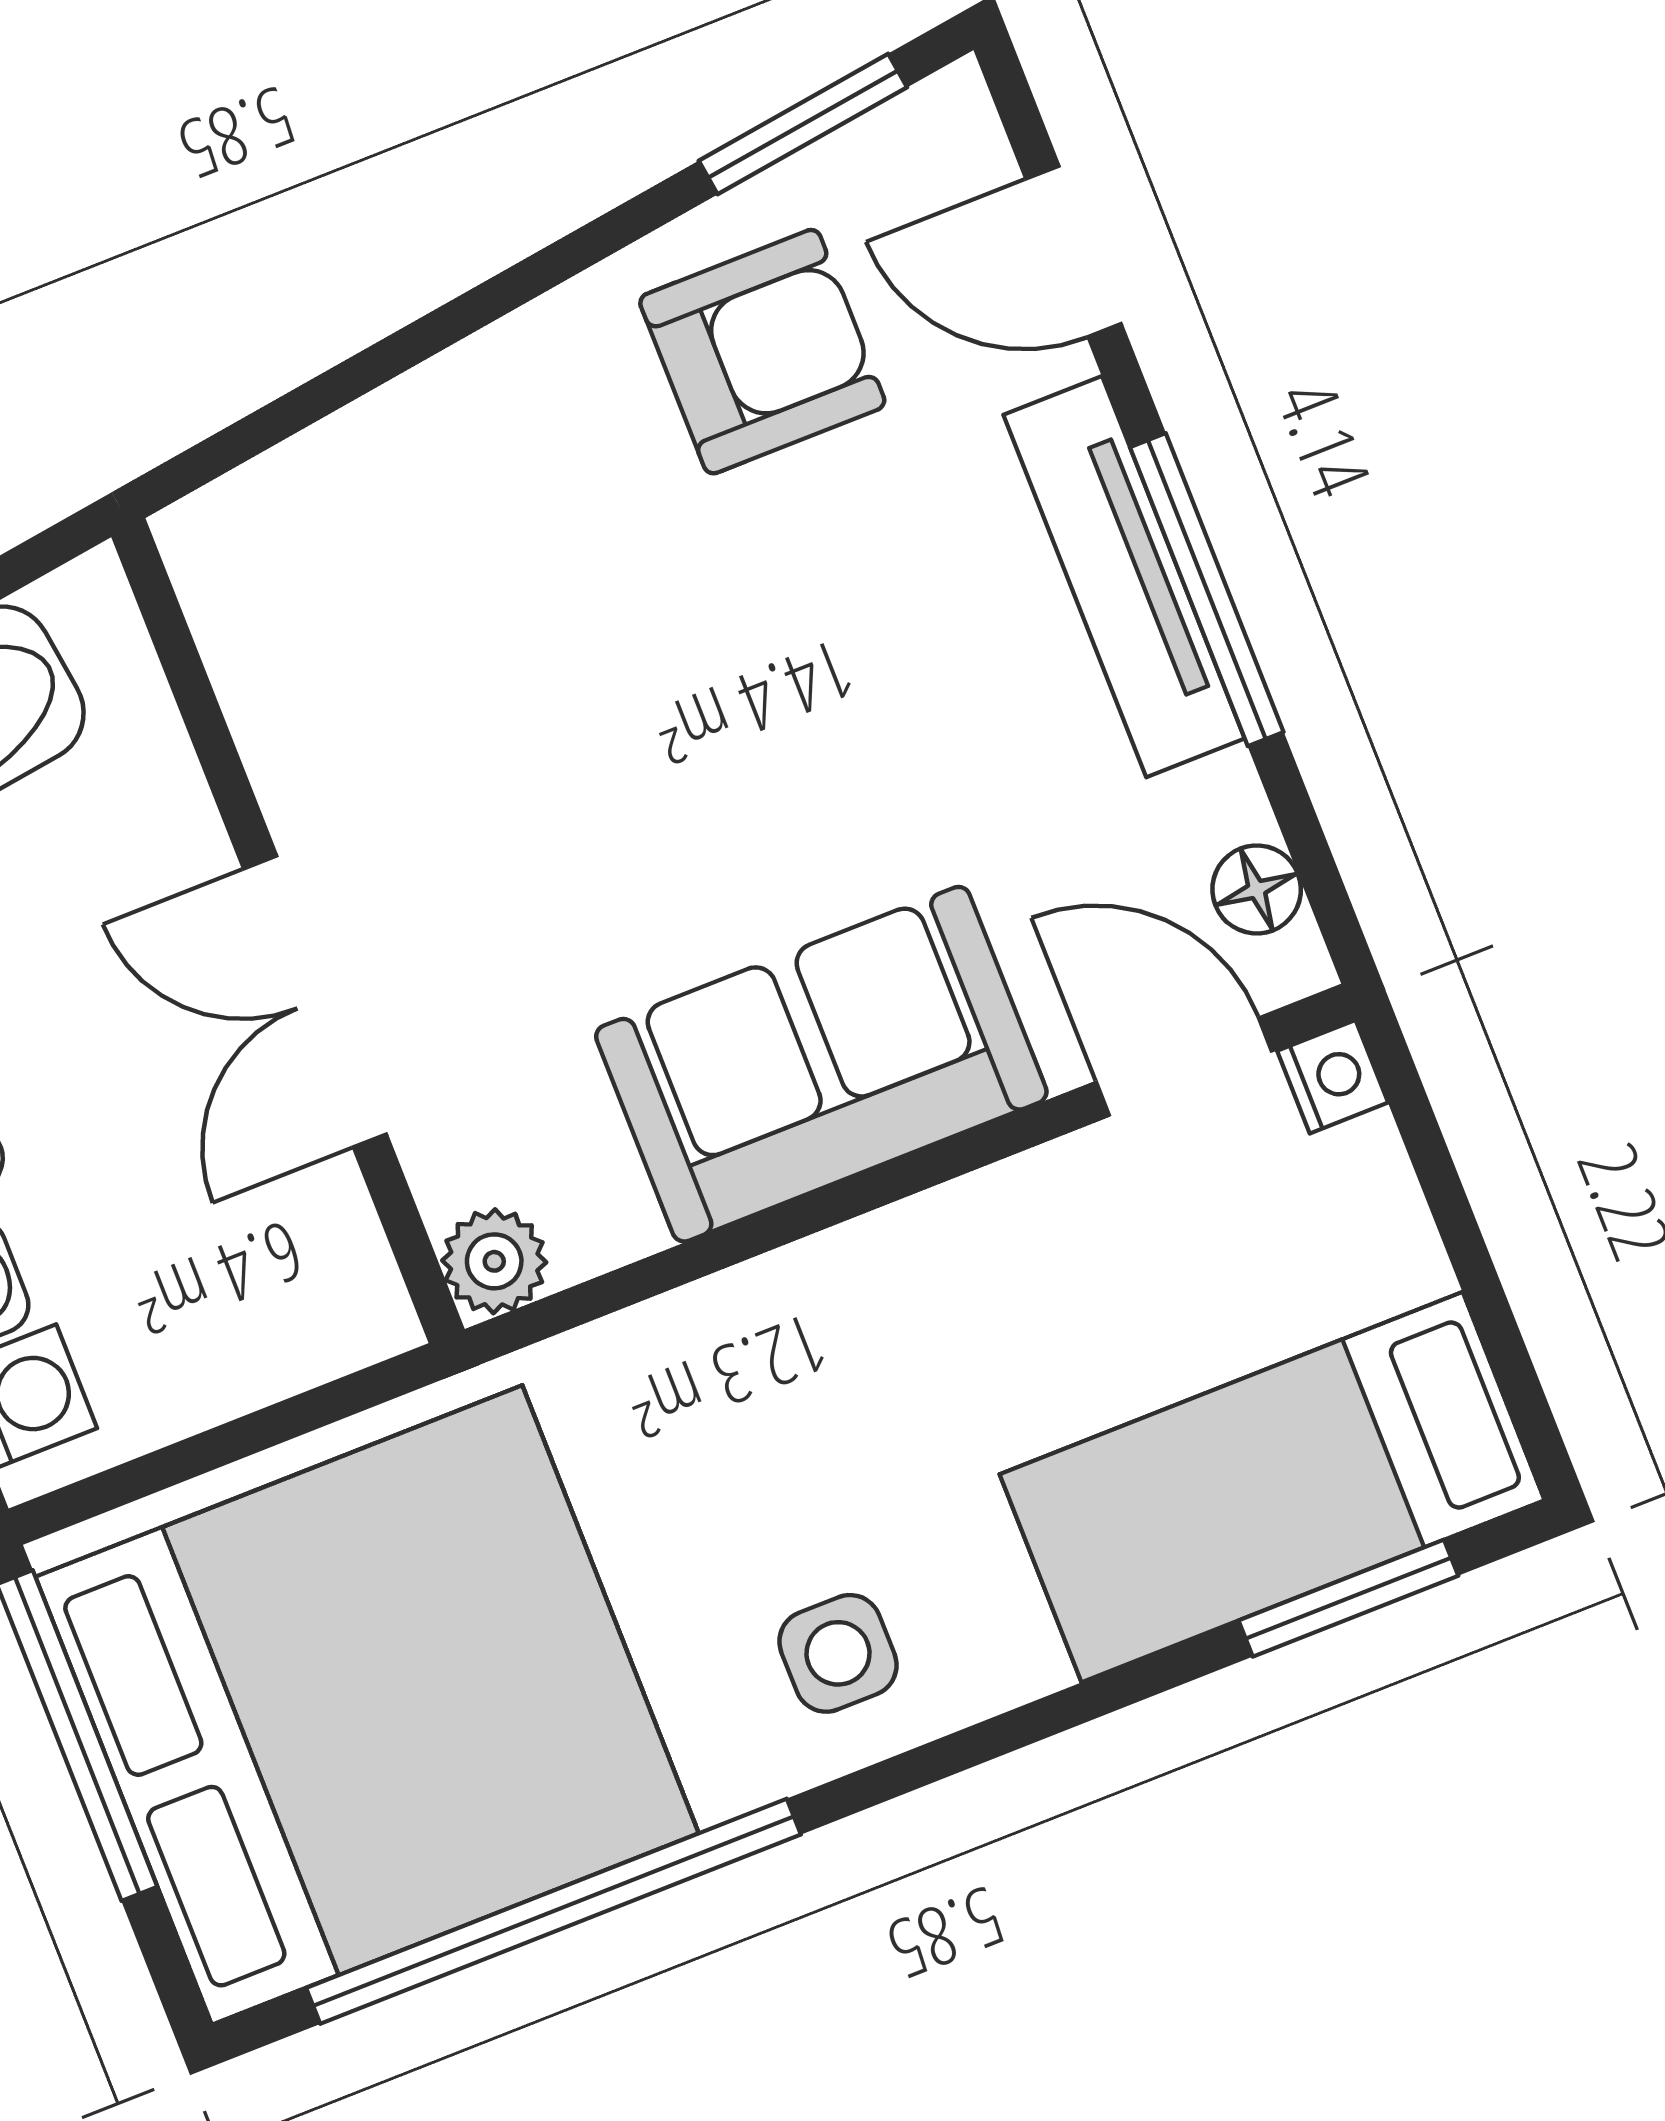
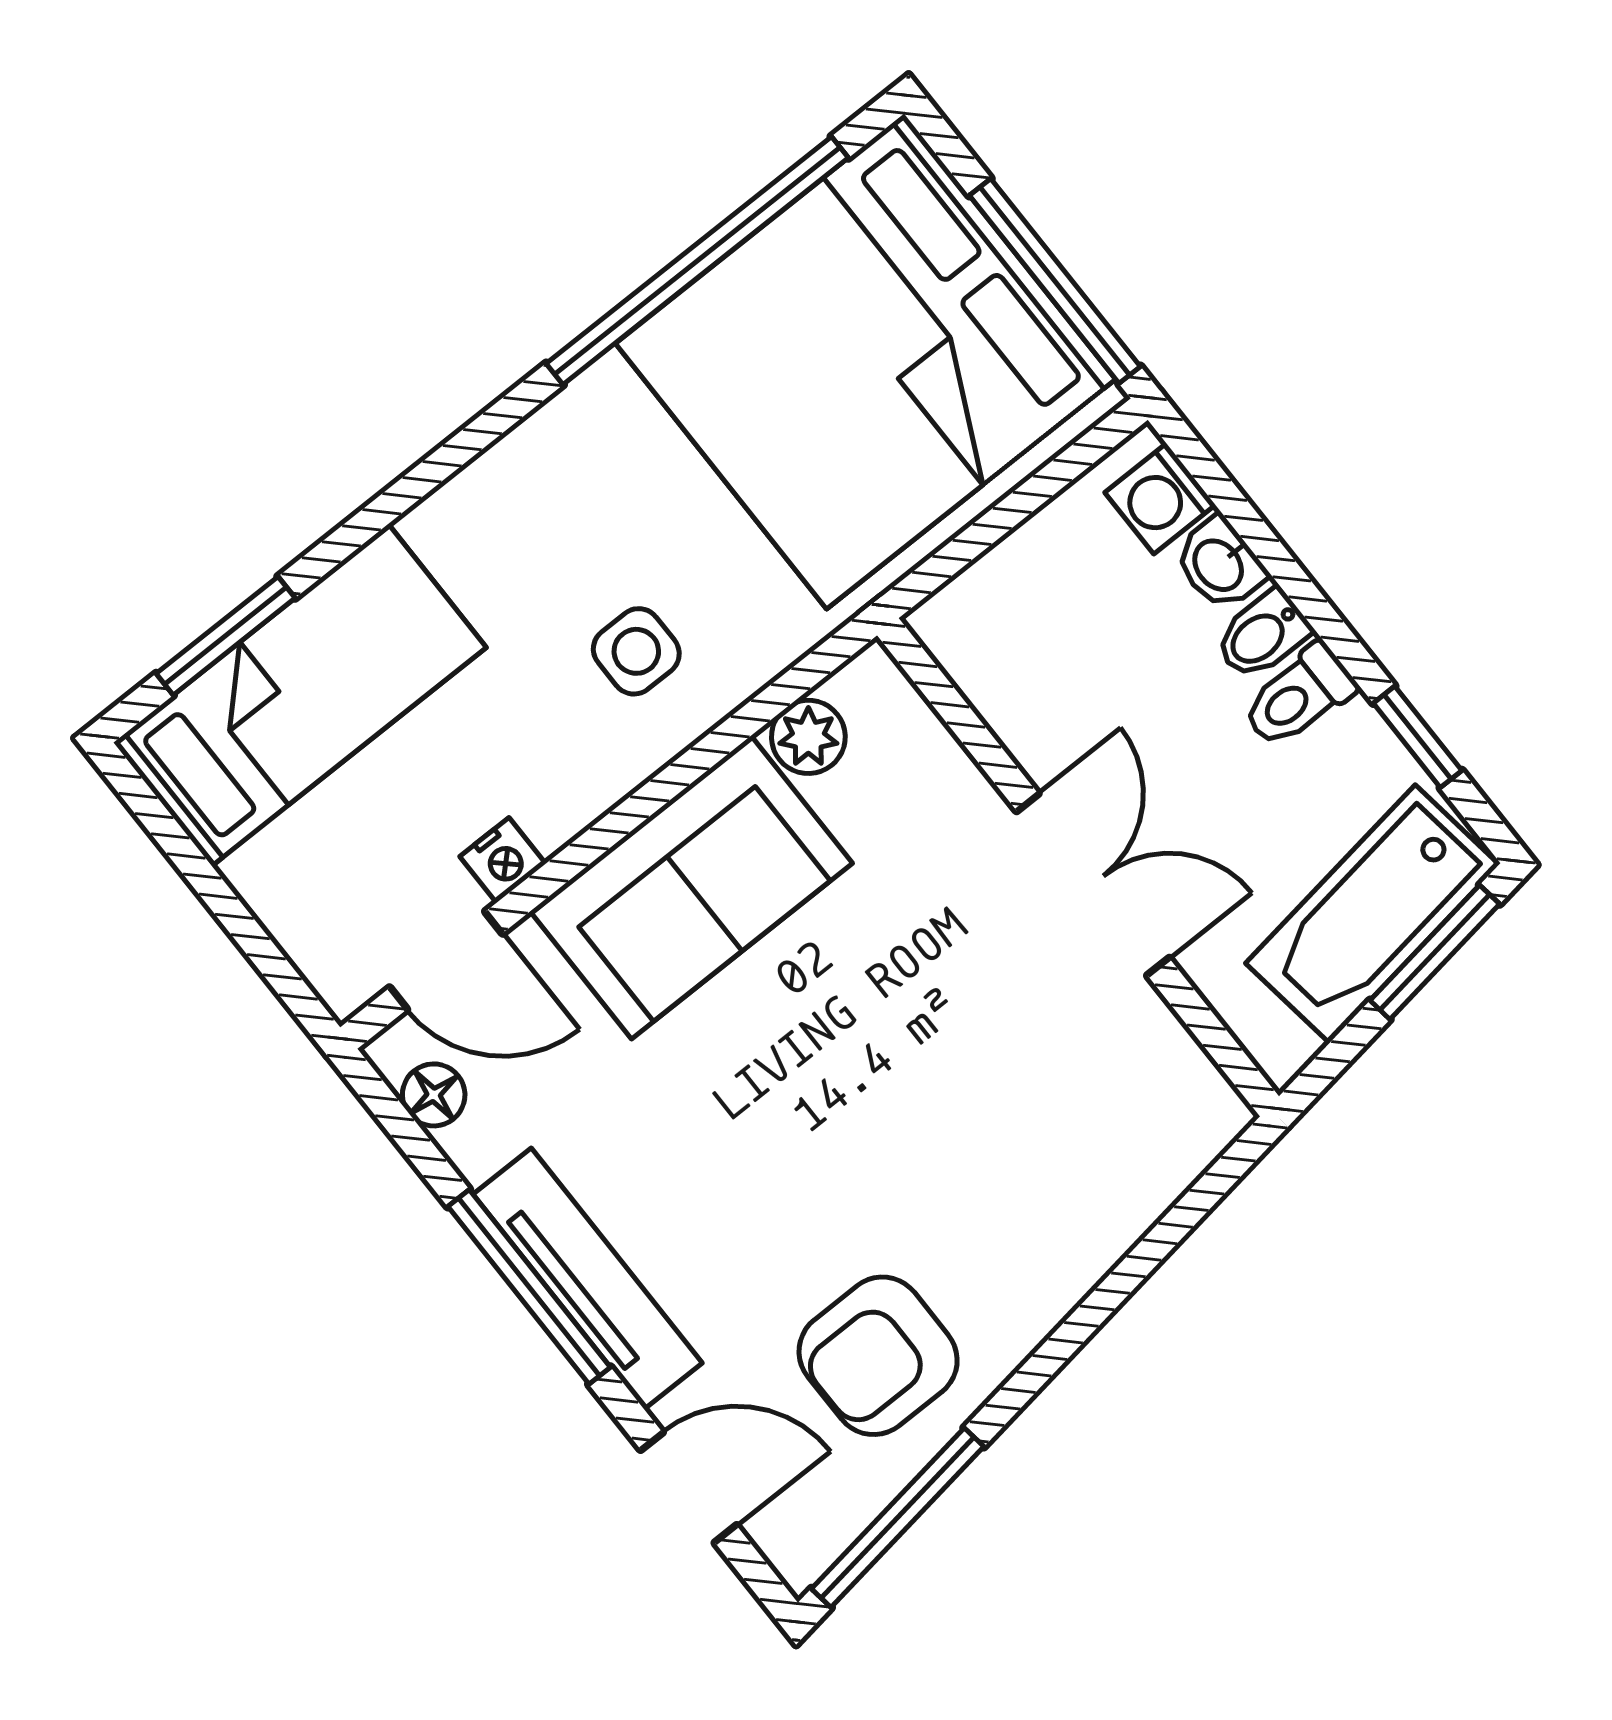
window: (803, 124) -> (898, 1518), width x1.44
double door: (315, 1002) -> (1093, 884), moved
nightstand: (1333, 1077) -> (503, 860), moved, turned -90
plant: (494, 1261) -> (808, 737), moved
side table: (838, 1653) -> (636, 651), moved

